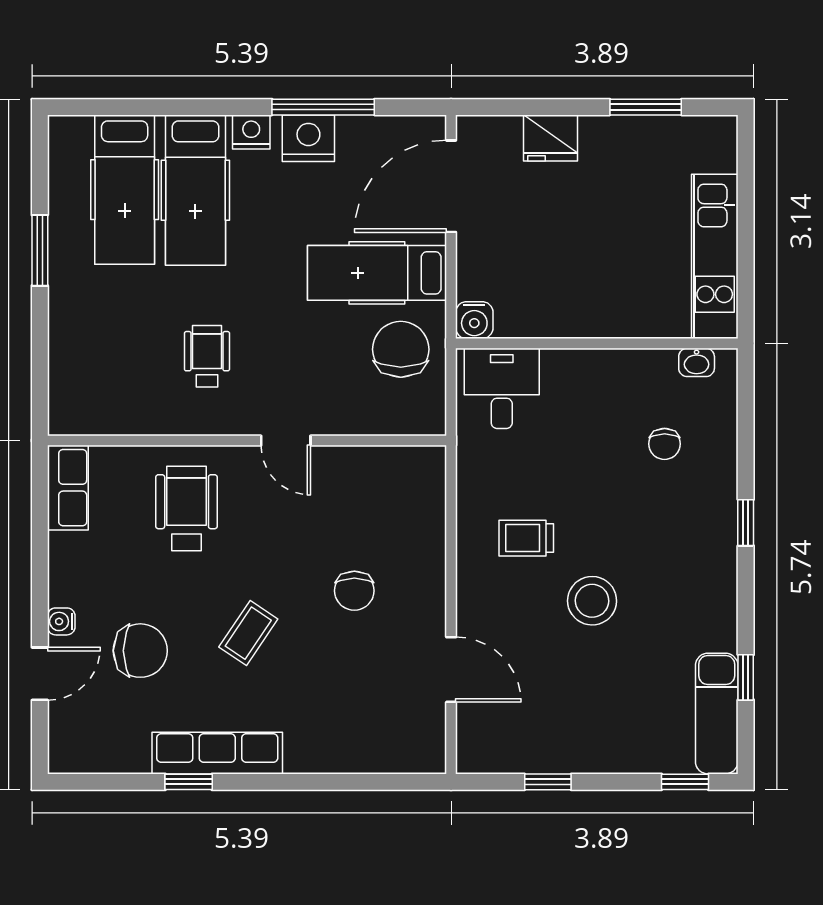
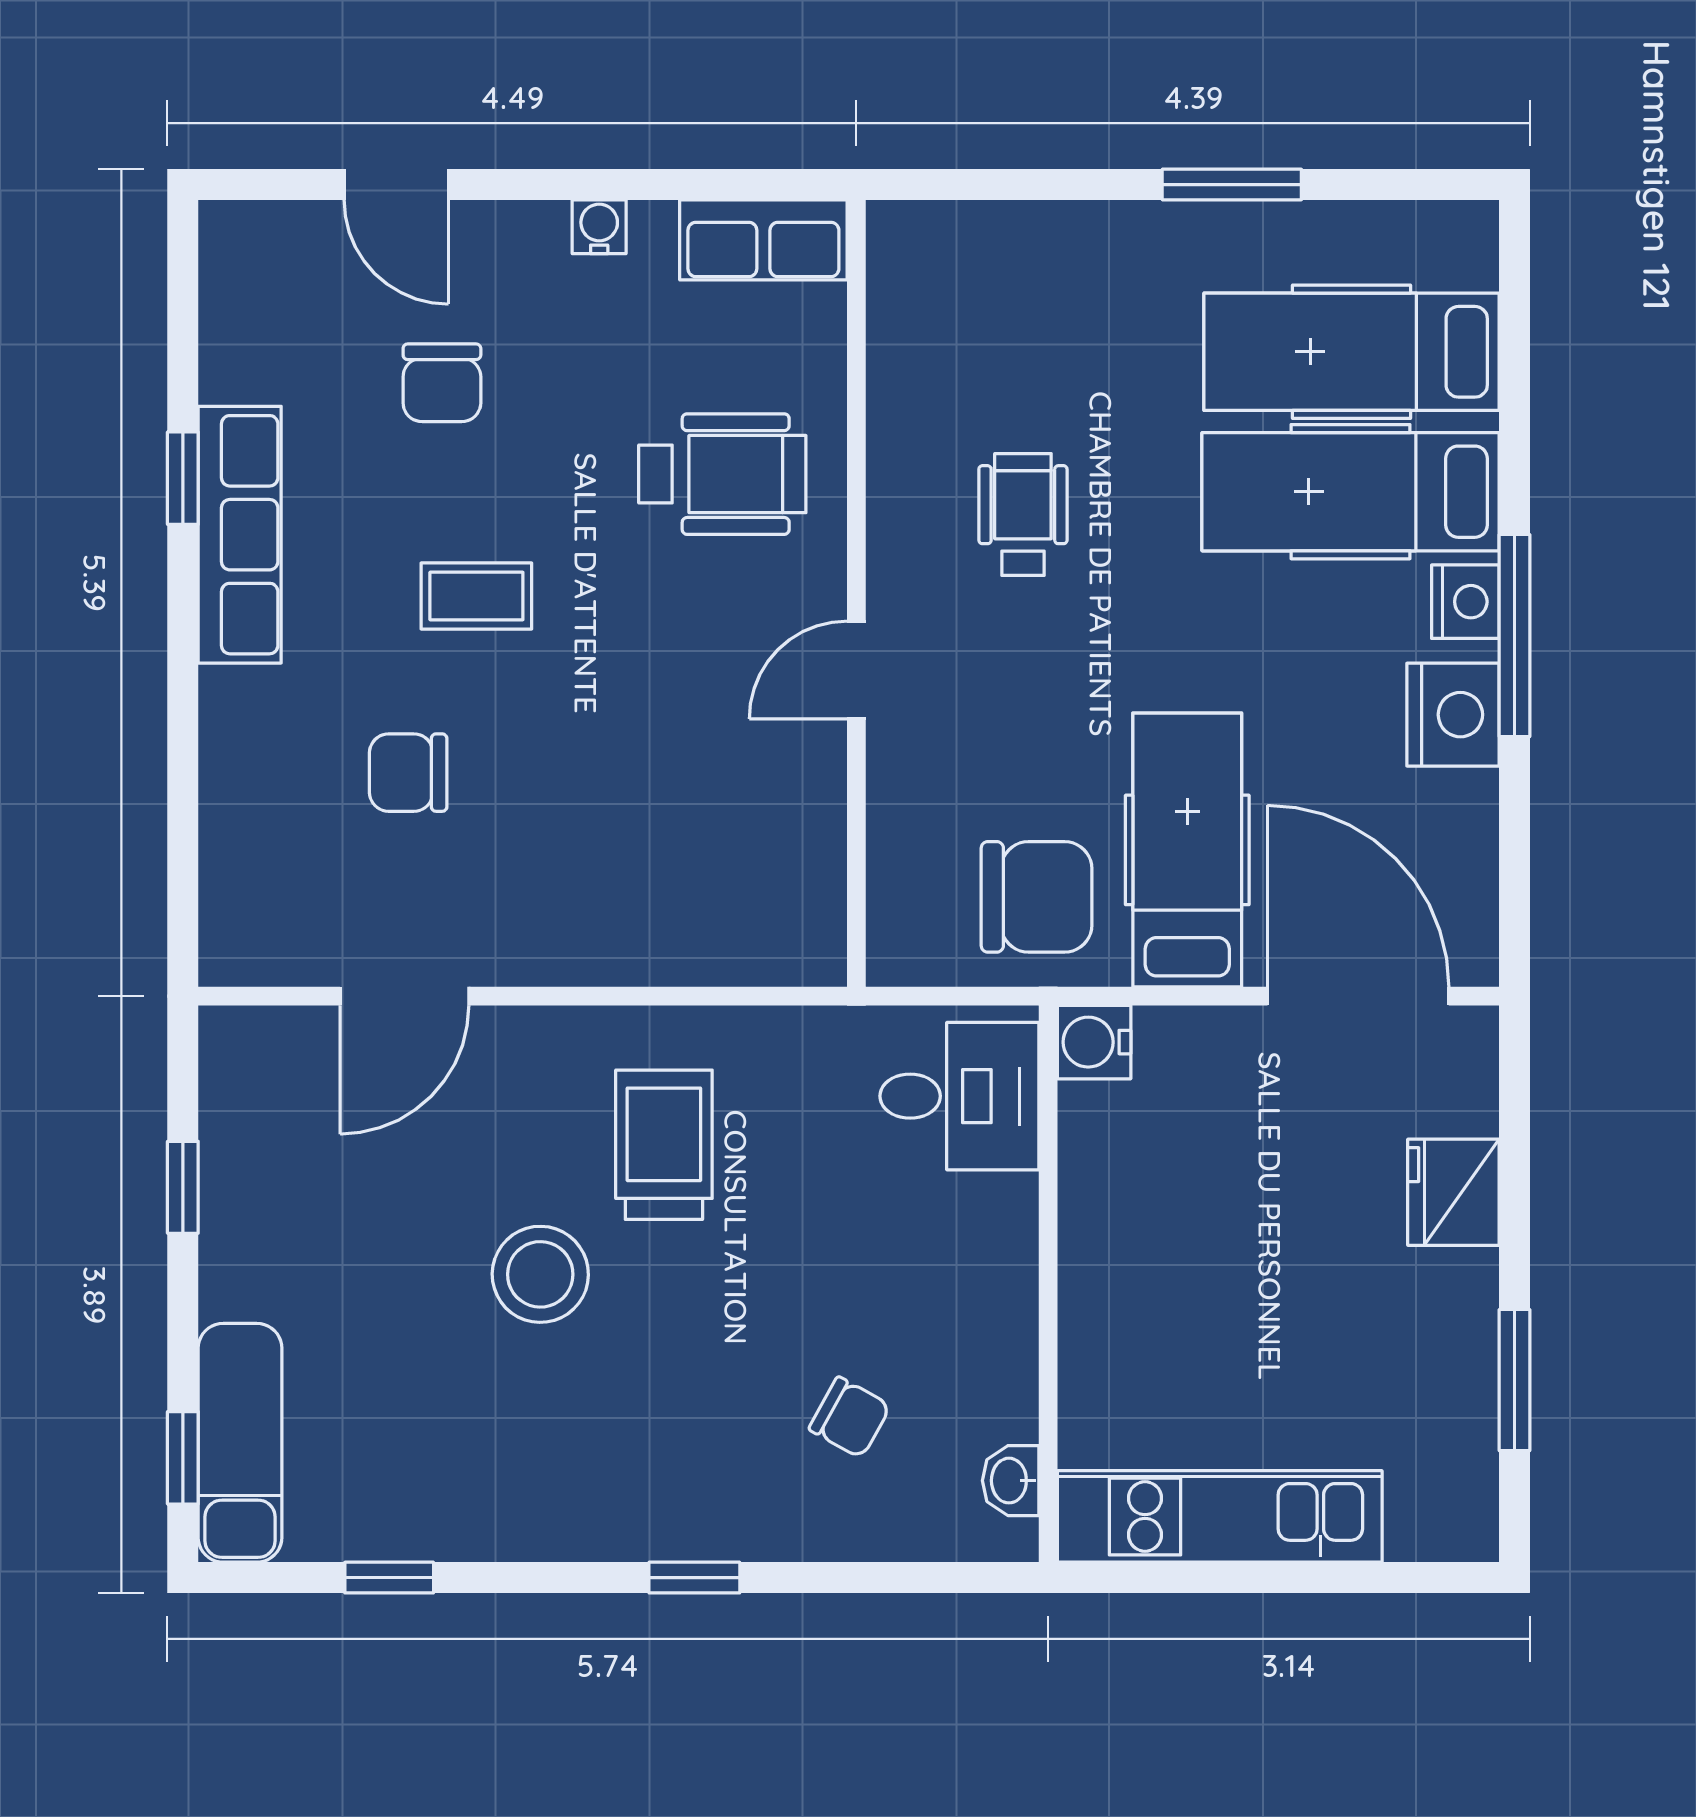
window: (323, 107) -> (1515, 636), moved
wheelchair: (207, 356) -> (1023, 514), turned -90
chair: (665, 444) -> (850, 1417), turned -151
trolley: (526, 538) -> (664, 1145), width x1.36, depth x1.39
chair: (354, 591) -> (408, 773), moved
water cooler: (61, 621) -> (599, 227), moved
coffee table: (248, 633) -> (476, 596), turned -34
chair: (140, 651) -> (442, 383), width x0.73, depth x0.73
exam couch: (717, 714) -> (240, 1443), moved, turned 90

